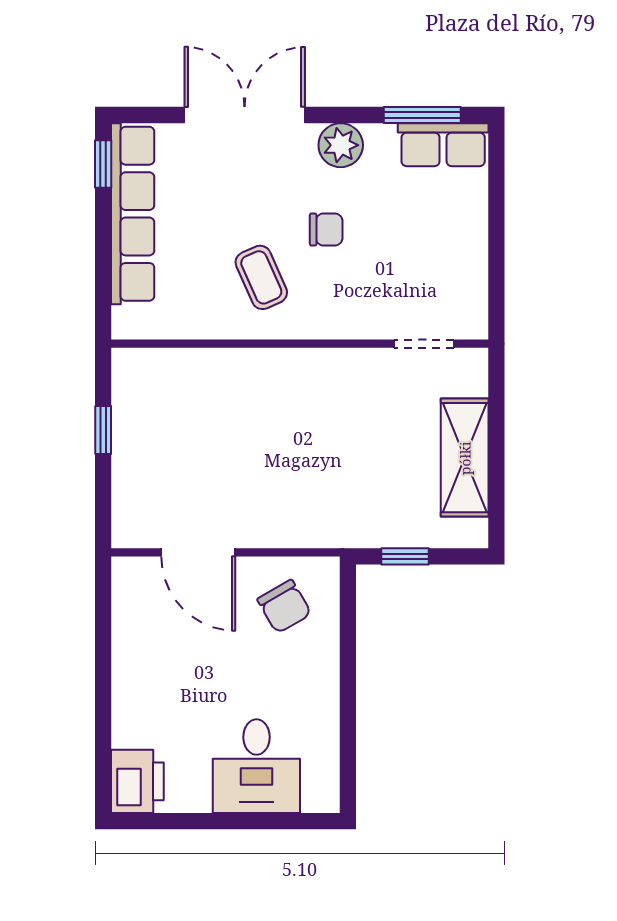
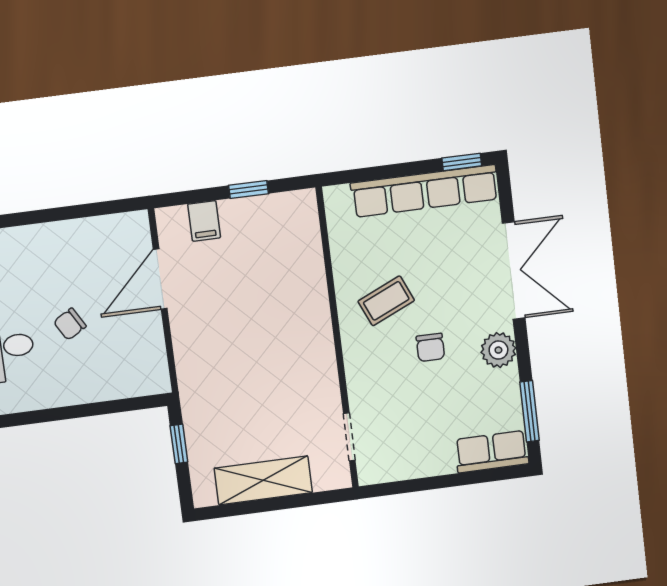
row of seats: (443, 145) -> (492, 452), moved, turned 90
filing cabinet: (134, 489) -> (204, 221), added
chair: (284, 606) -> (70, 324), moved, width x0.73, depth x0.73

